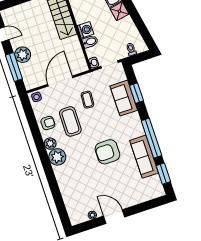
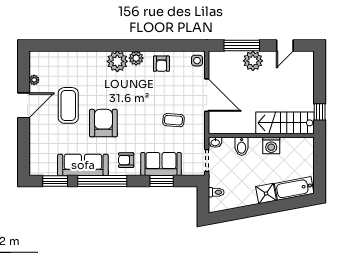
washing machine: (85, 30) -> (271, 146), moved
coffee table: (70, 121) -> (68, 105), moved, turned 90
armchair: (130, 125) -> (126, 160), added

